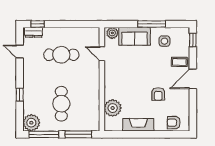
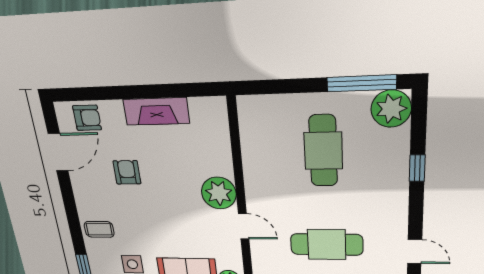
door: (102, 54) -> (244, 226), moved
door: (193, 79) -> (58, 152), moved
plant: (113, 108) -> (219, 193), moved
window: (78, 134) -> (282, 86), removed

